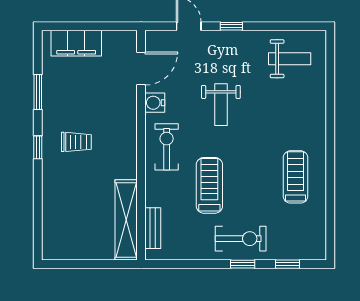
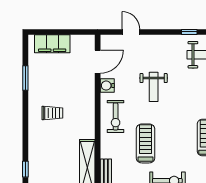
window: (231, 26) -> (189, 32), moved
window: (38, 147) -> (25, 169), moved
exercise bike: (167, 147) -> (116, 116), turned 180

